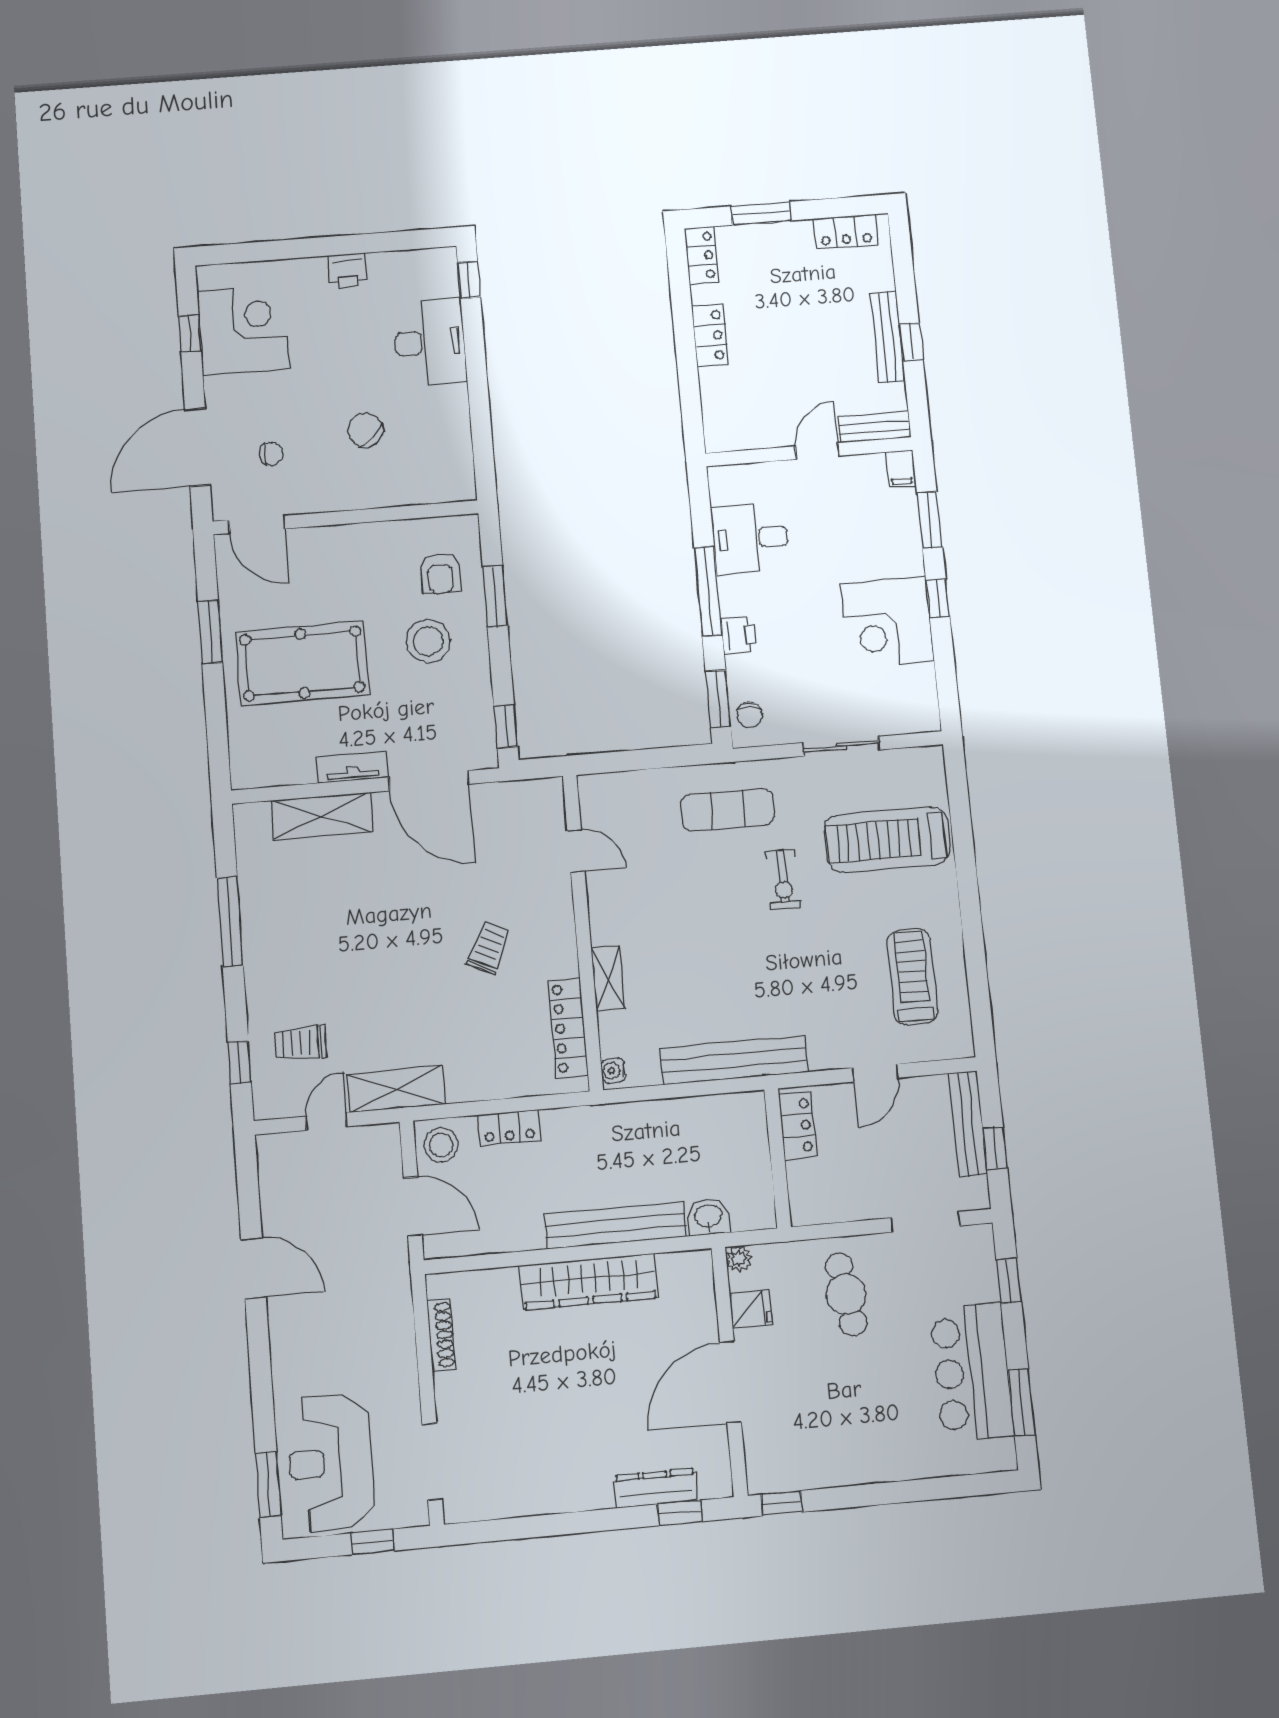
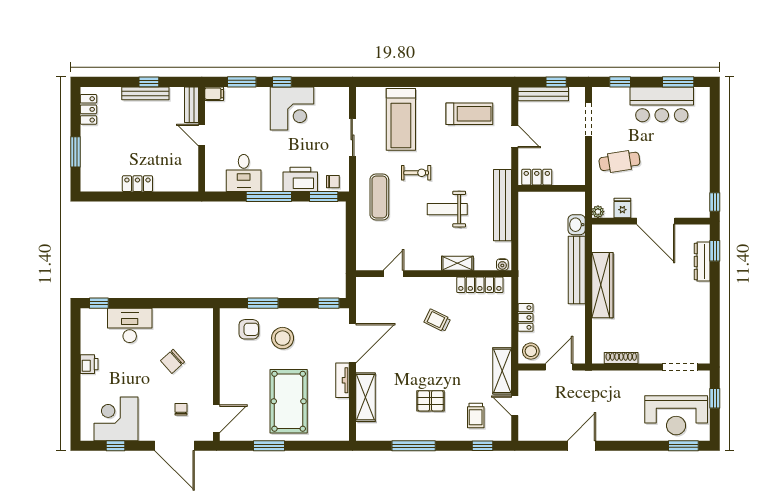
locker: (701, 255) -> (95, 184), removed
printer: (739, 635) -> (300, 179), width x1.87, depth x1.48
pallet: (324, 948) -> (431, 401), added
weight bench: (716, 948) -> (447, 209), added
treadmill: (912, 977) -> (469, 114), turned 180

